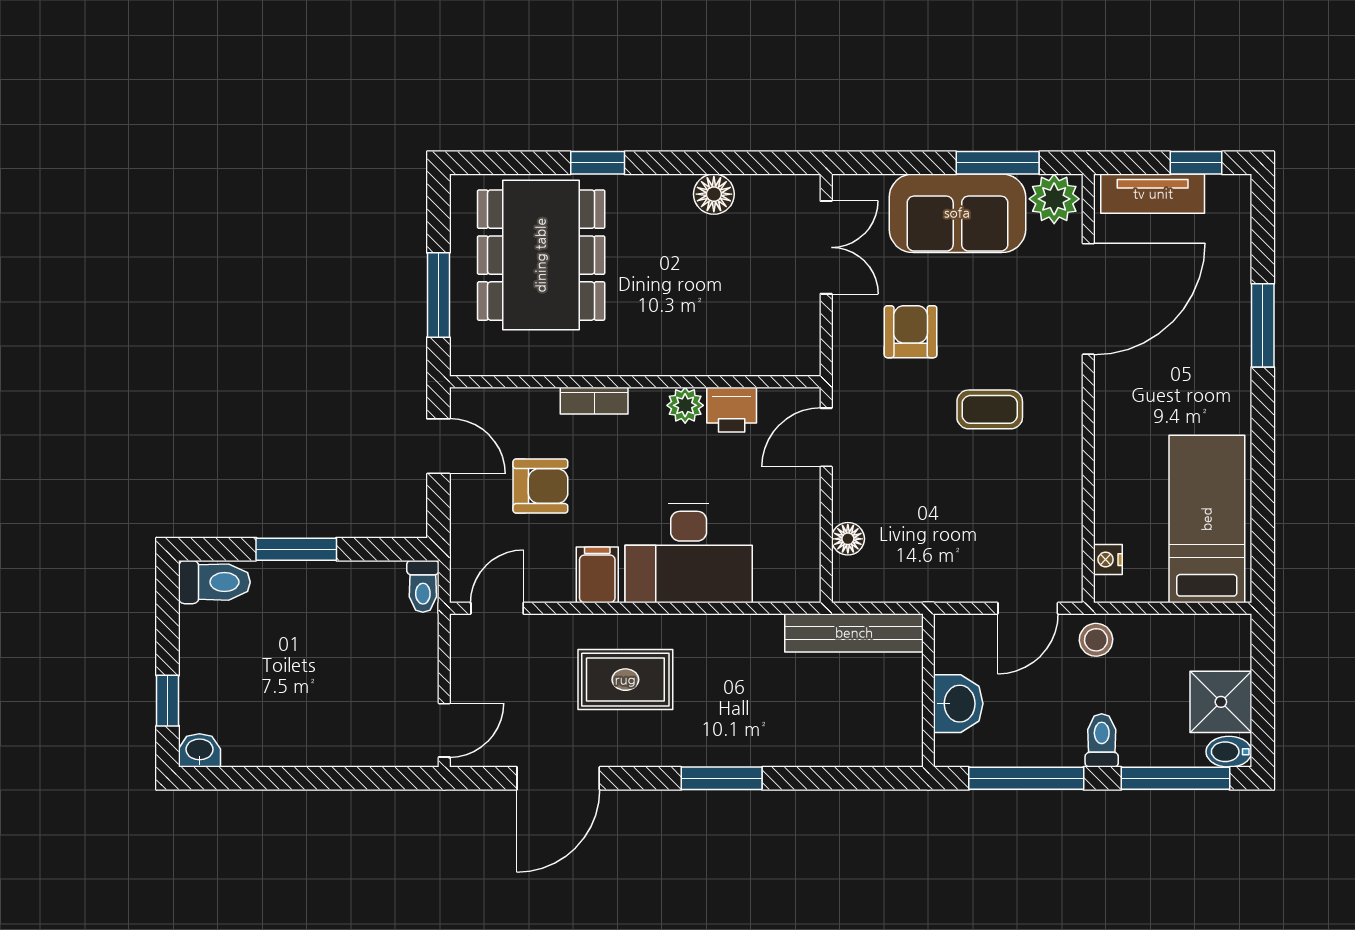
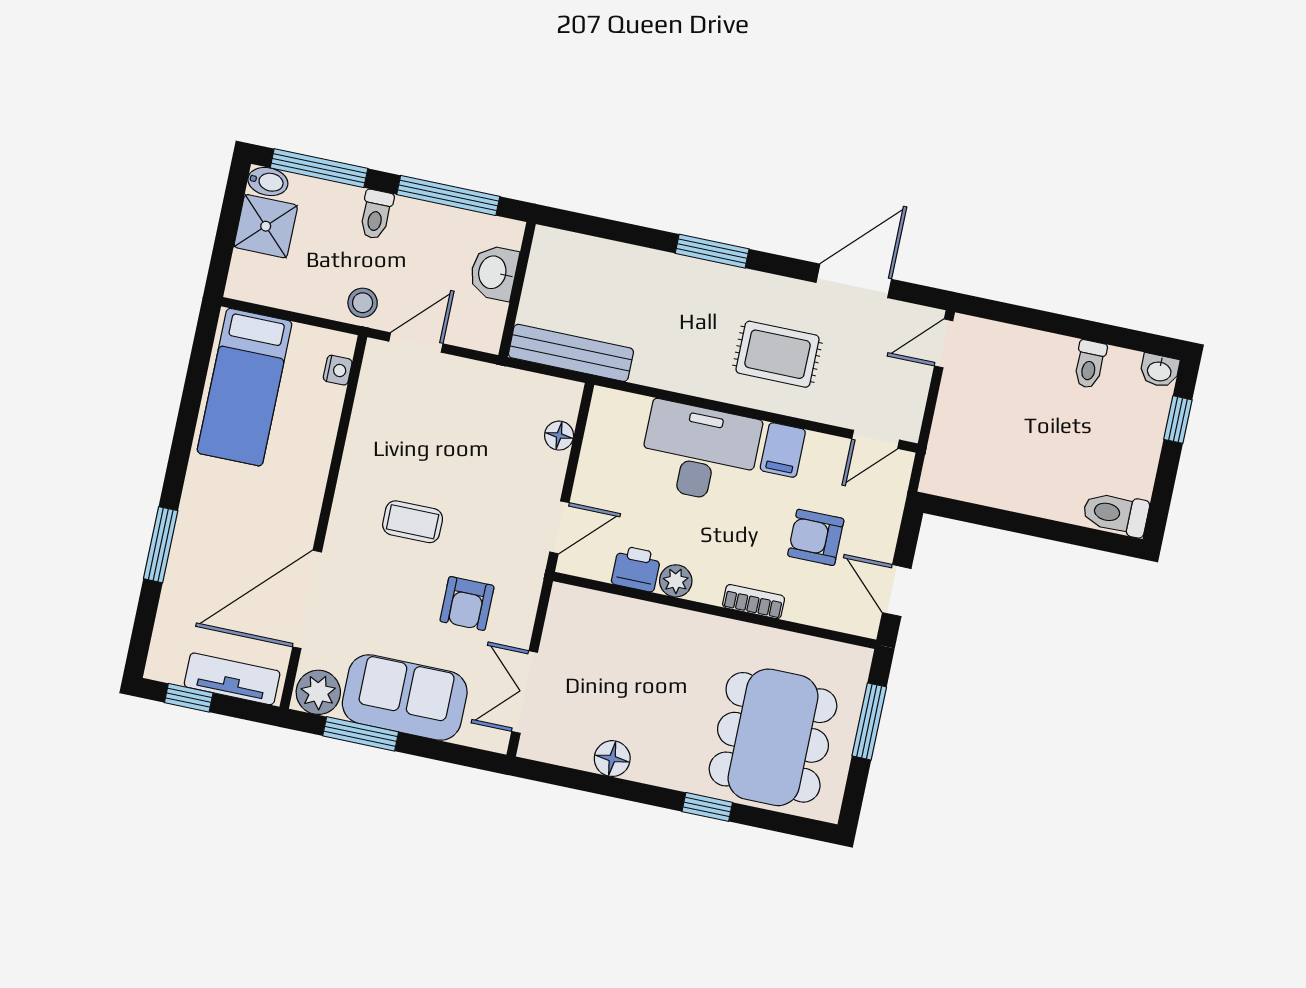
window: (296, 549) -> (1039, 527), removed
toilet: (423, 586) -> (1090, 364), moved, turned 180

